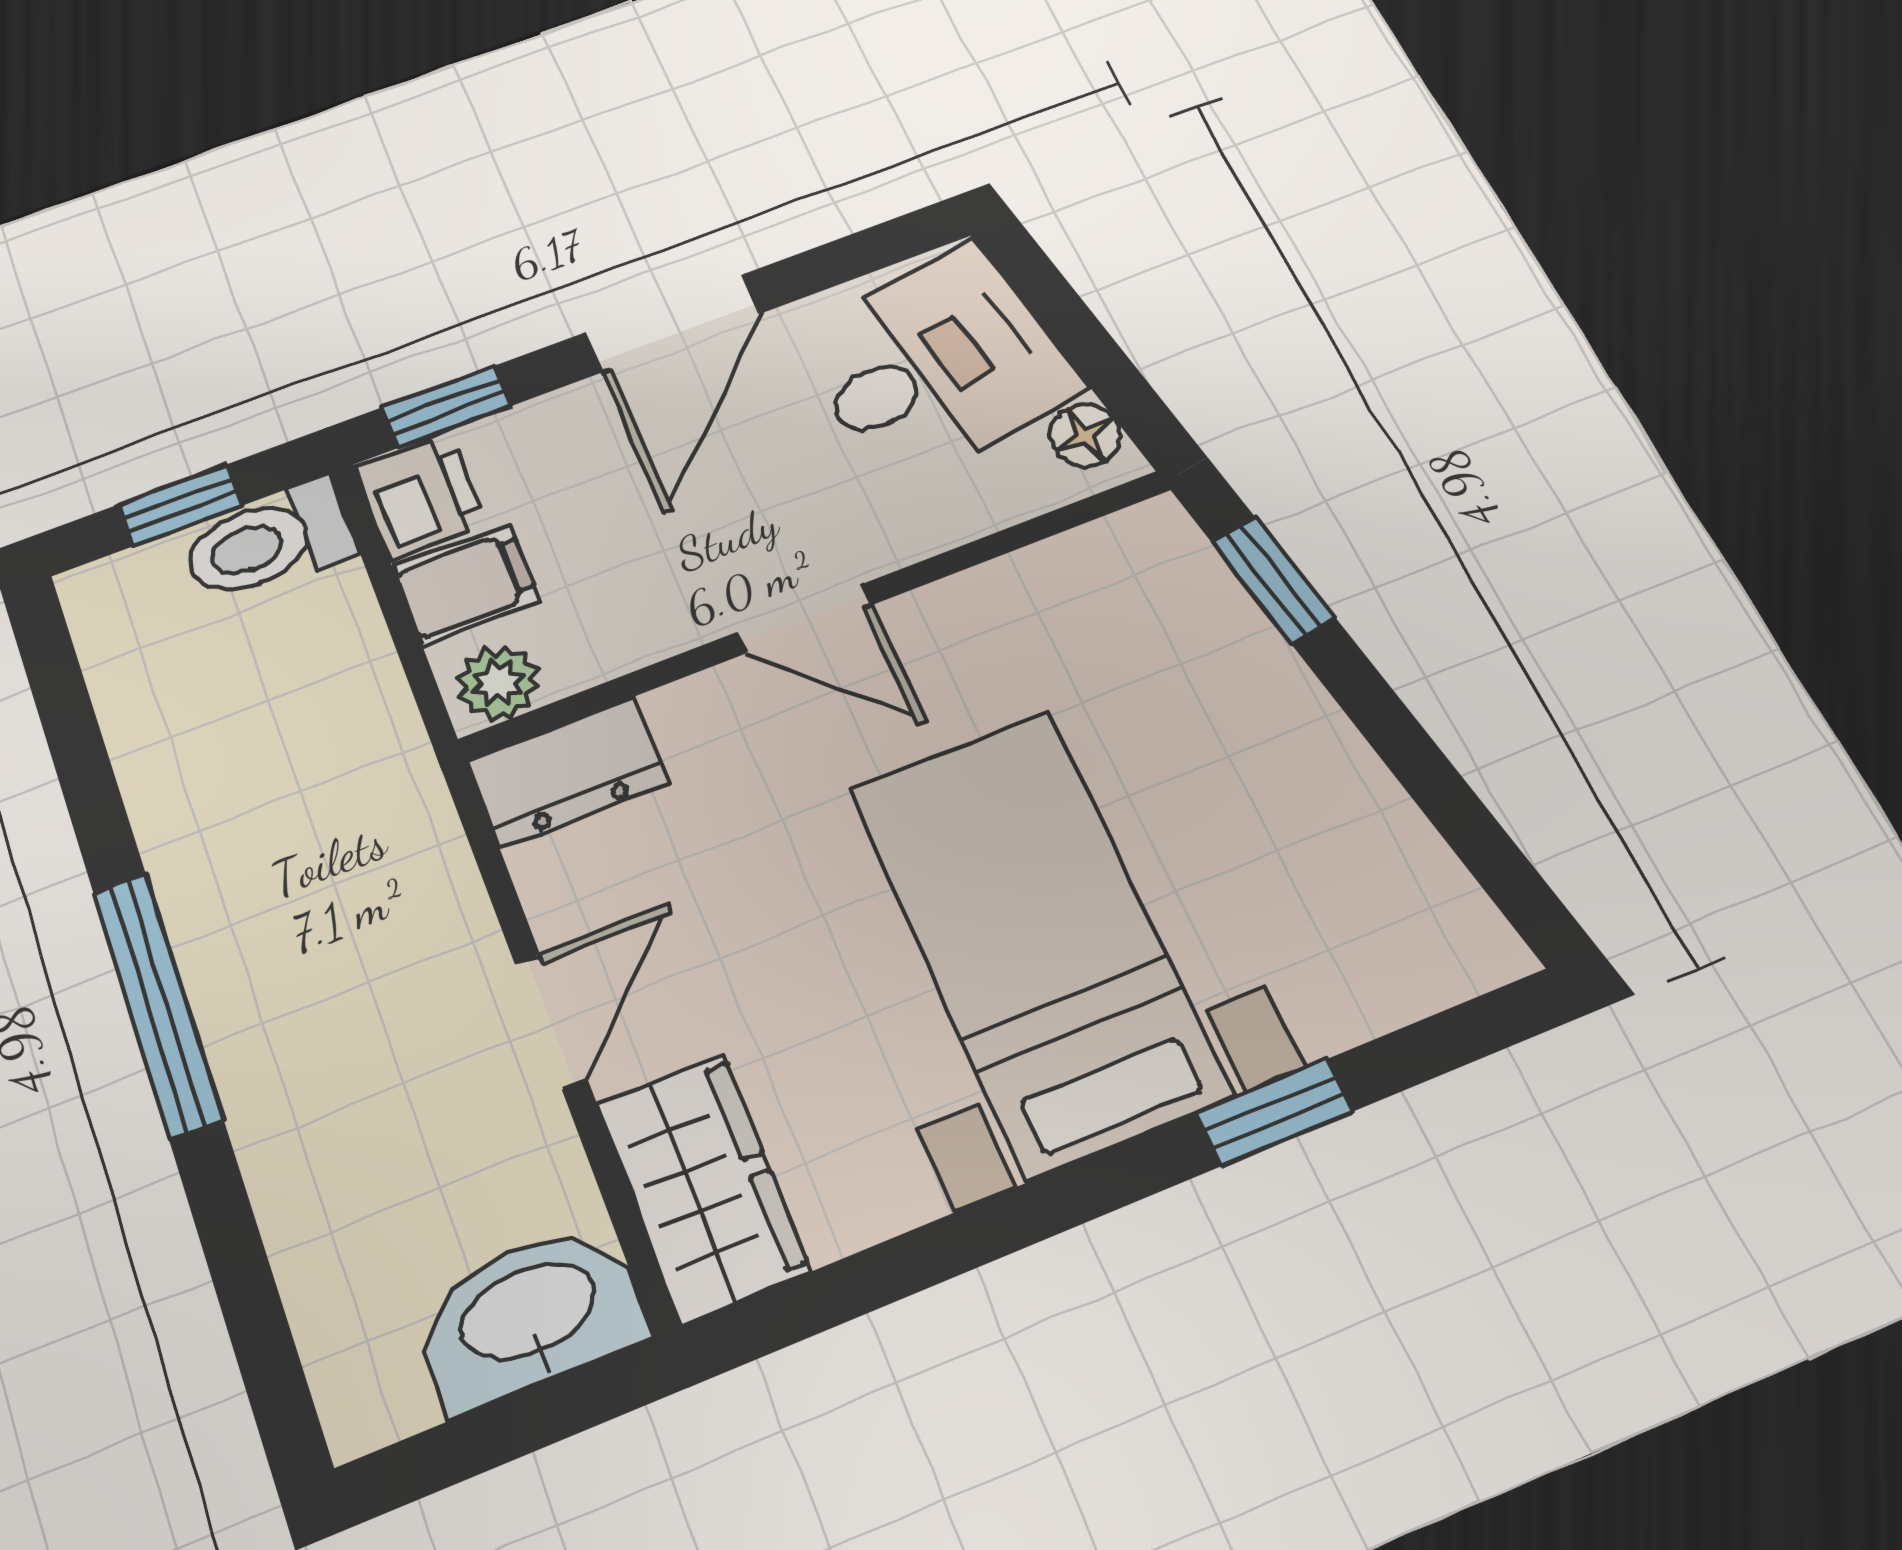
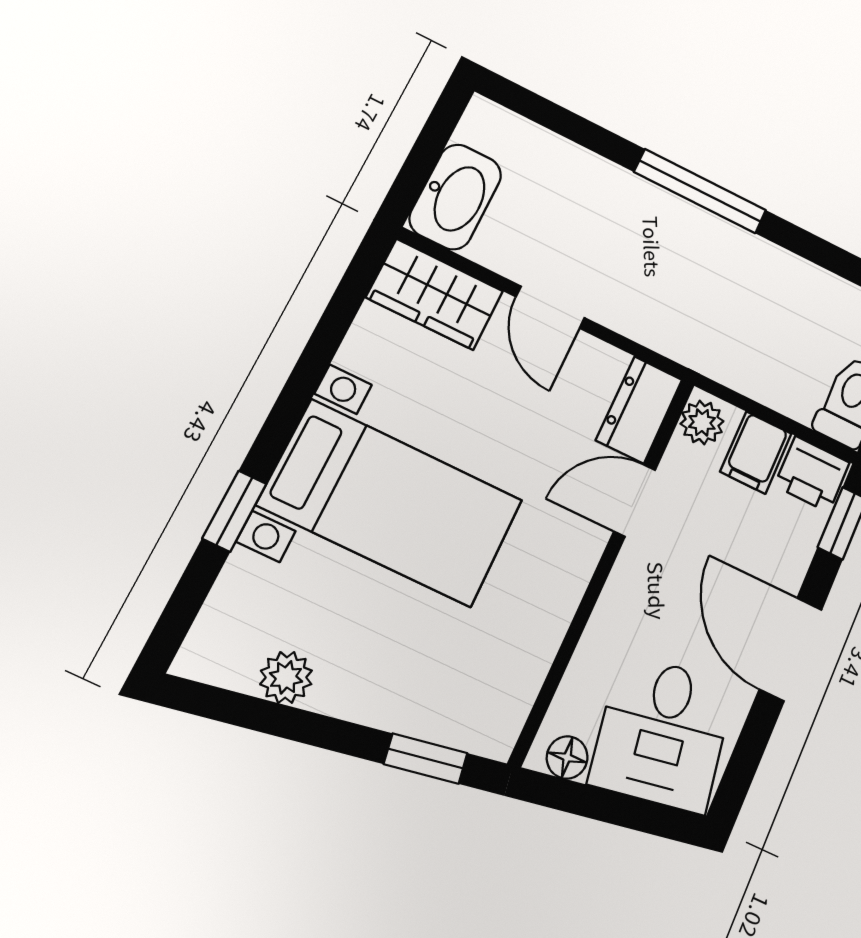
door: (805, 619) -> (635, 501), moved
plant: (1380, 828) -> (286, 677), added

